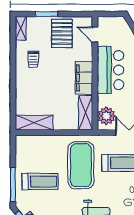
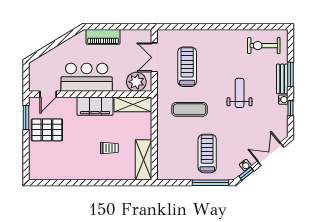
window: (46, 14) -> (26, 117), moved
shelving: (21, 28) -> (41, 174), removed
trolley: (33, 59) -> (109, 148), moved
exercise mat: (81, 165) -> (190, 109), width x0.50, depth x0.69

